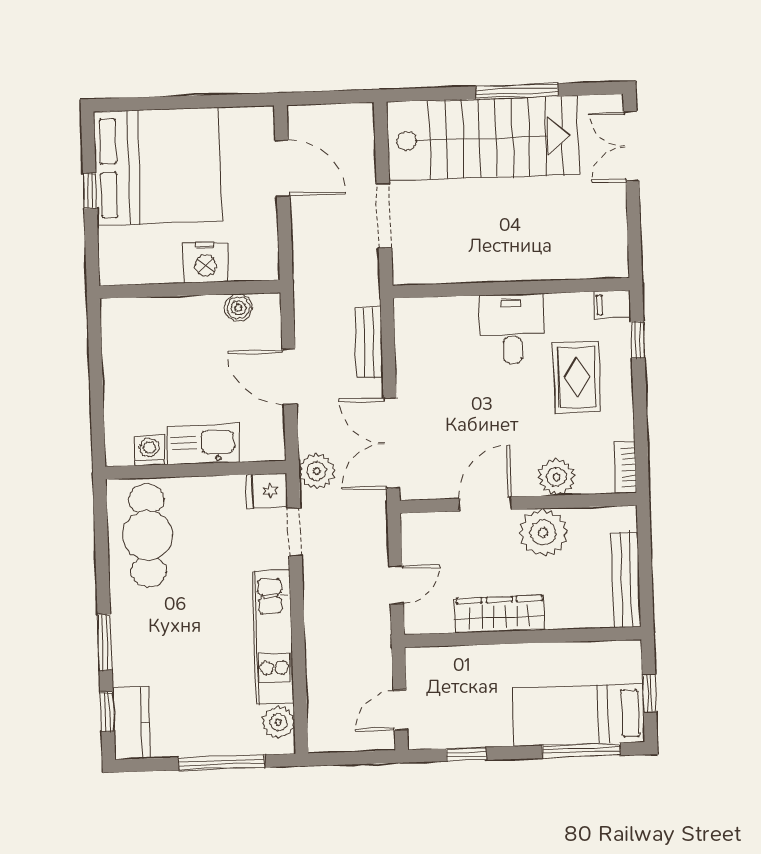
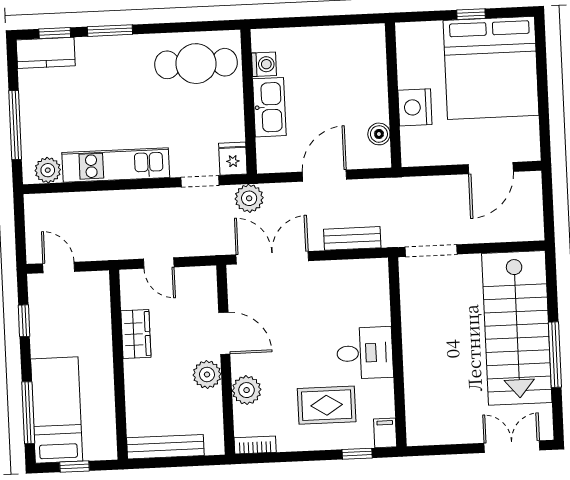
doorway: (384, 216) -> (431, 251), moved
plant: (543, 533) -> (207, 374), width x0.73, depth x0.73
wardrobe: (500, 614) -> (136, 334), width x0.67

